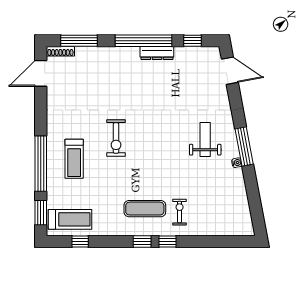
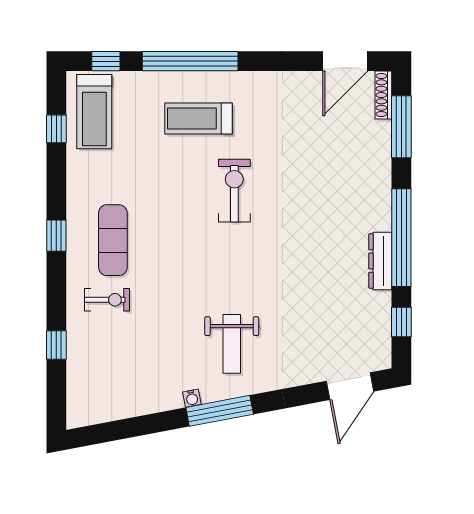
door: (41, 73) -> (345, 61), swing flipped
exercise bike: (116, 138) -> (234, 191), turned 90
weight bench: (205, 139) -> (232, 344), turned 90
window: (41, 213) -> (106, 61), width x0.67
window: (167, 241) -> (56, 345), moved

